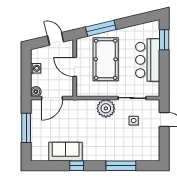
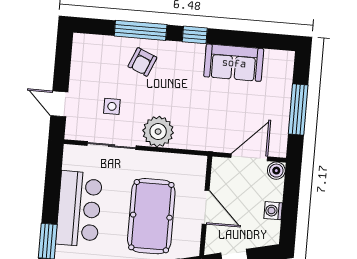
armchair: (118, 148) -> (142, 62), added
window: (77, 166) -> (195, 35), moved

